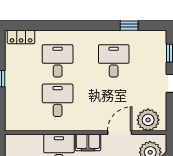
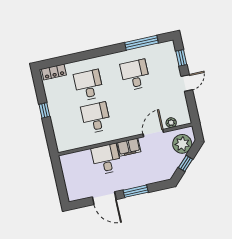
window: (129, 26) -> (141, 43), width x2.17
plant: (148, 120) -> (171, 123), width x0.53, depth x0.53

